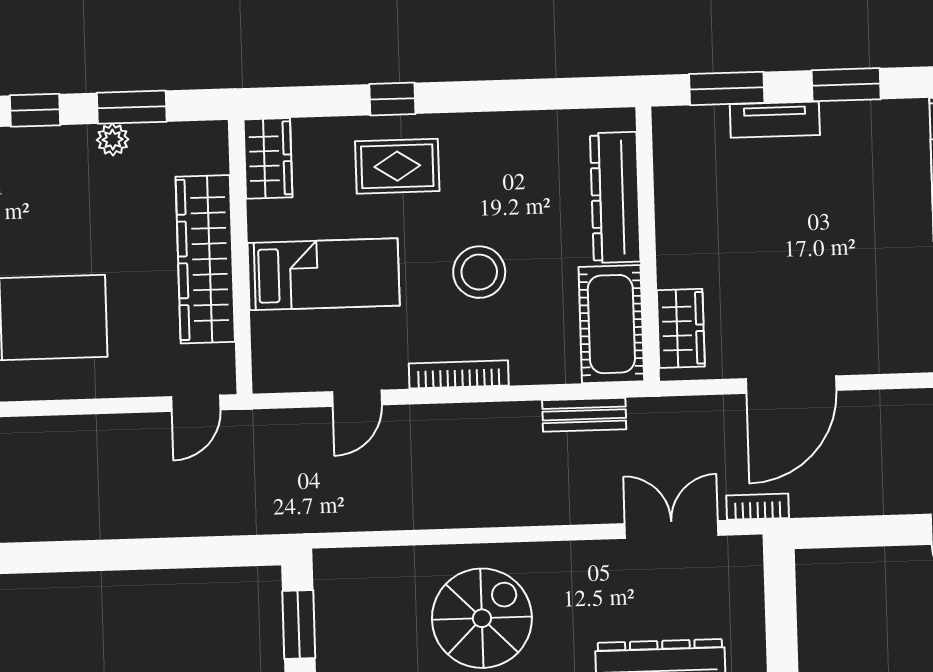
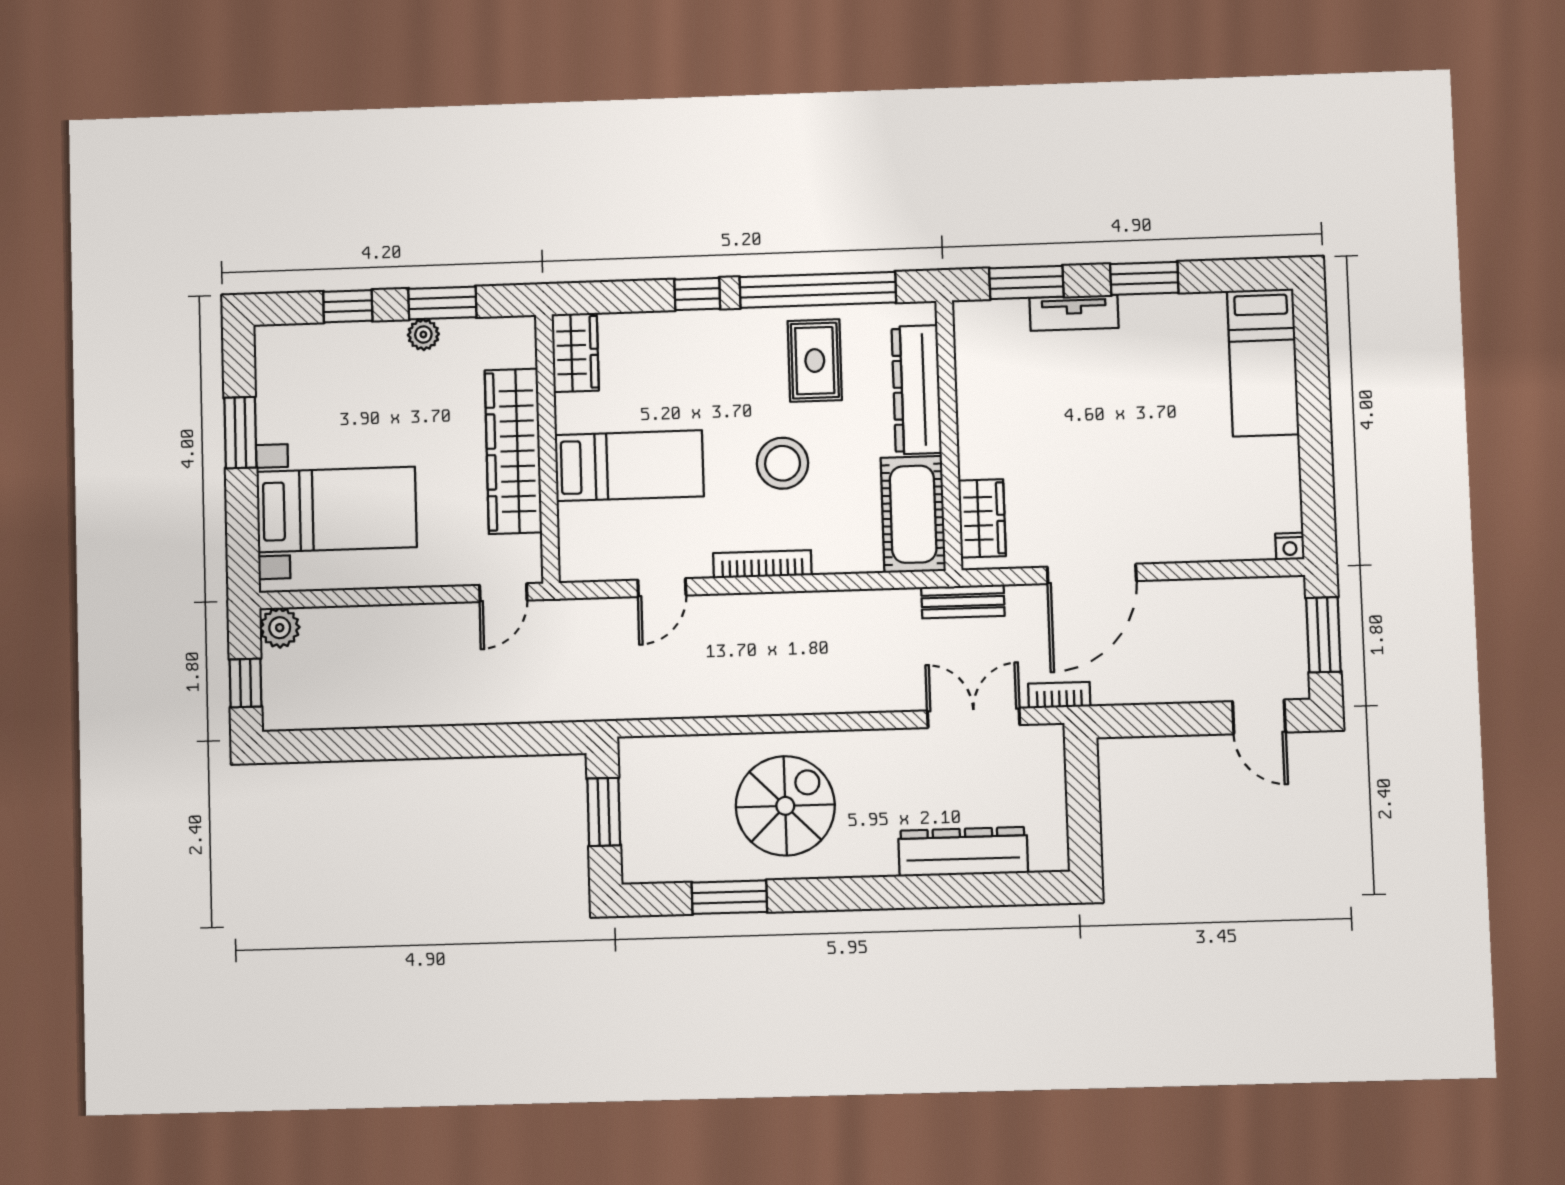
window: (515, 95) -> (818, 290), added
rug: (397, 166) -> (815, 361), moved, turned 90
bench: (584, 415) -> (963, 601), moved

